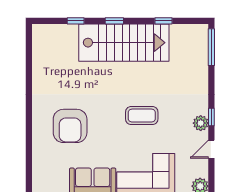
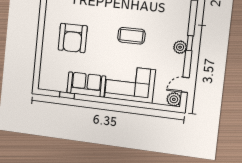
door: (211, 149) -> (185, 85), moved

